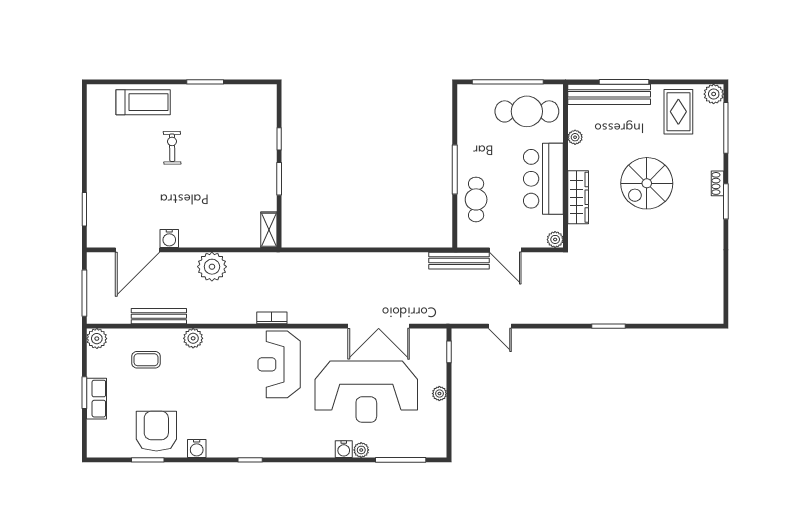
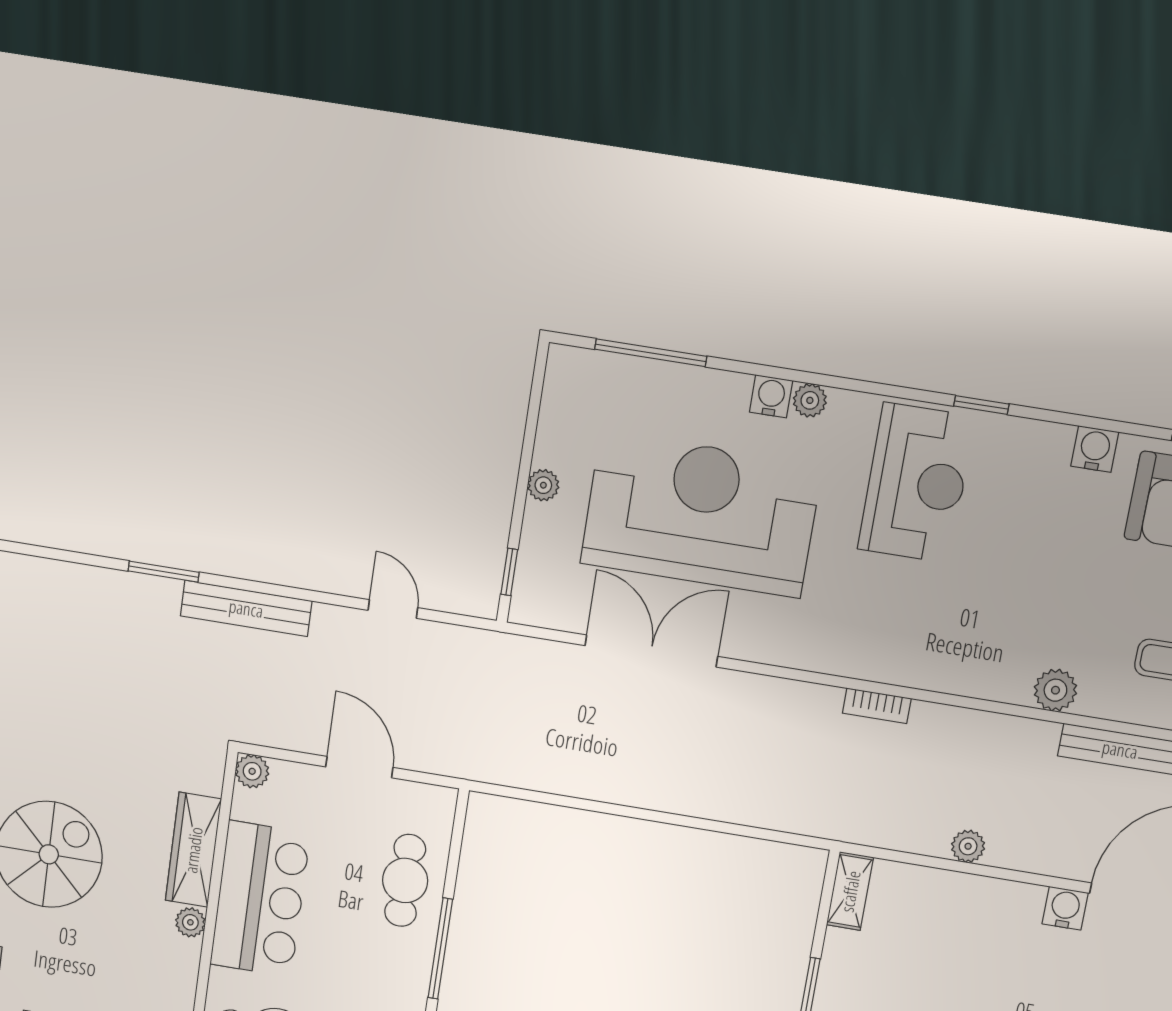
plant: (575, 137) -> (190, 922), moved
bench: (459, 261) -> (246, 608), moved
plant: (212, 267) -> (968, 846), width x0.53, depth x0.53
reception desk: (279, 364) -> (916, 483), moved
plant: (361, 450) -> (810, 400), moved

